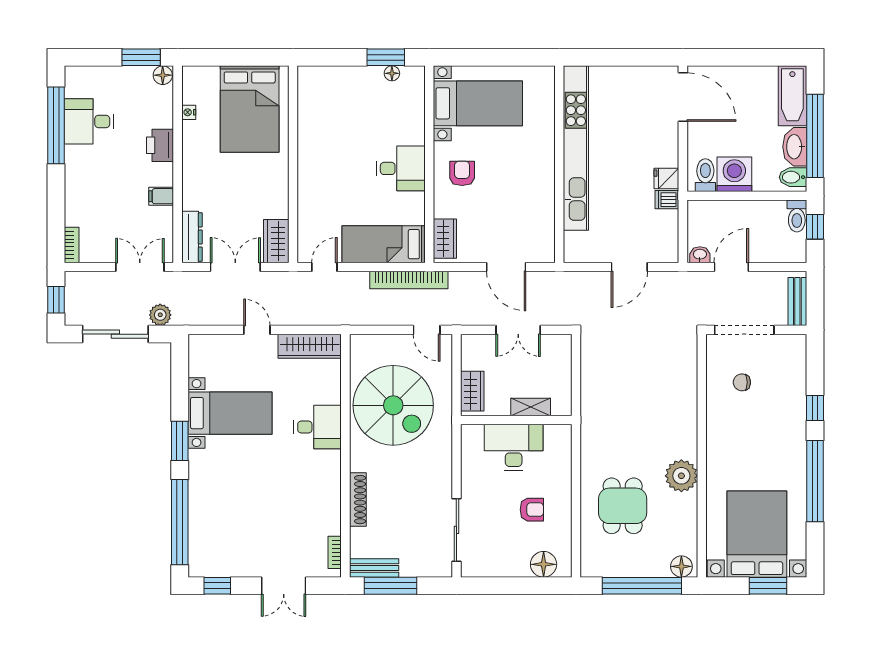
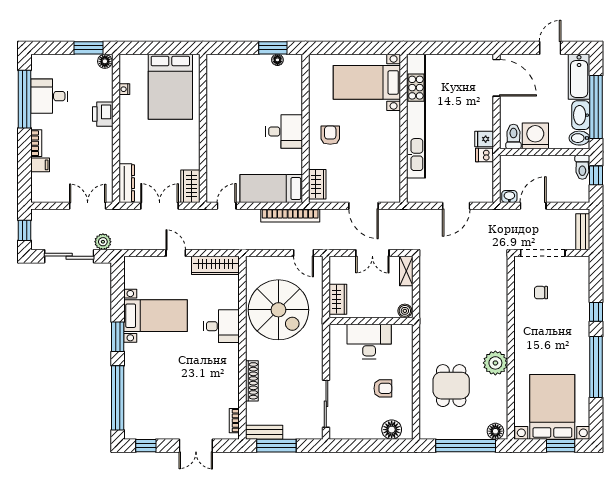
door: (754, 57) -> (550, 48), added
bed with nightstands: (478, 103) -> (367, 82), moved, turned 180
filing cabinet: (161, 196) -> (40, 165), moved, turned 180
bookcase: (72, 245) -> (36, 143), moved
shelving: (531, 407) -> (406, 271), moved, turned 90
boiler: (561, 407) -> (405, 311), added

